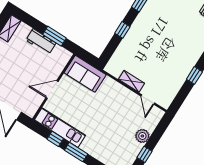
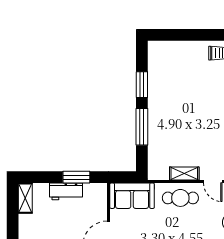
window: (122, 30) -> (142, 127), width x2.17
cafe table: (118, 97) -> (180, 198), added

